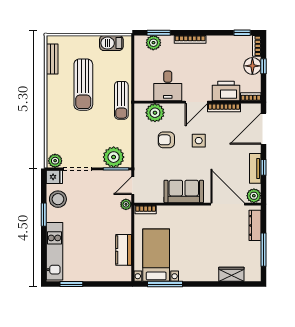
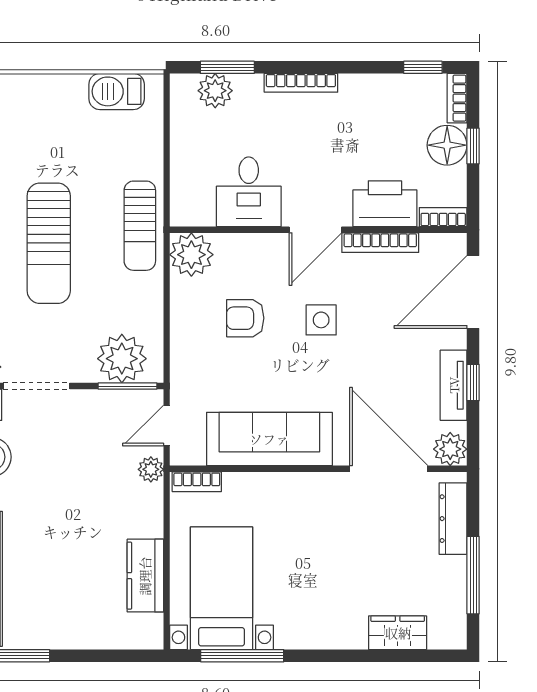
sun lounger: (83, 85) -> (49, 243), moved
plant: (155, 113) -> (191, 255), moved
sofa: (184, 191) -> (269, 439), width x1.36

